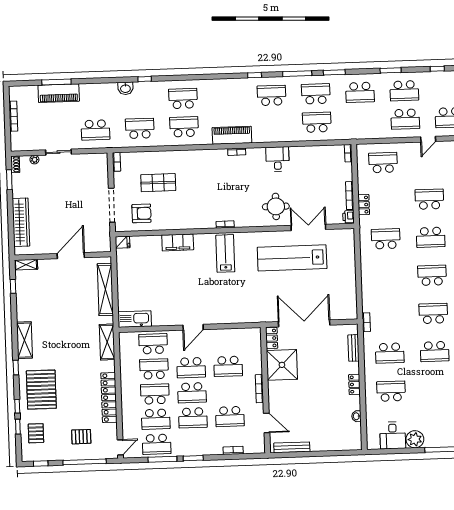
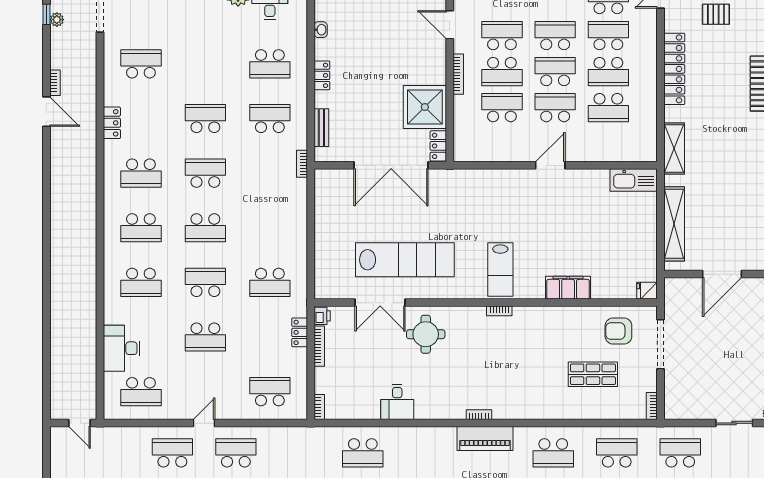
school desk: (140, 128) -> (617, 453), turned 180
desk: (278, 159) -> (397, 402), moved
school desk: (383, 163) -> (270, 392), turned 180
school desk: (433, 313) -> (205, 173), turned 180
school desk: (153, 344) -> (502, 72), moved

